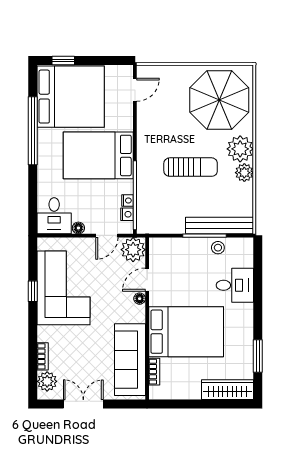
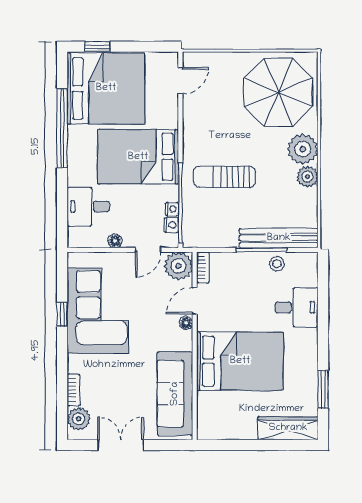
sun lounger: (191, 167) -> (224, 177), moved, turned 180
desk: (54, 216) -> (88, 207), moved, turned 90
bookcase: (154, 372) -> (203, 267), moved

